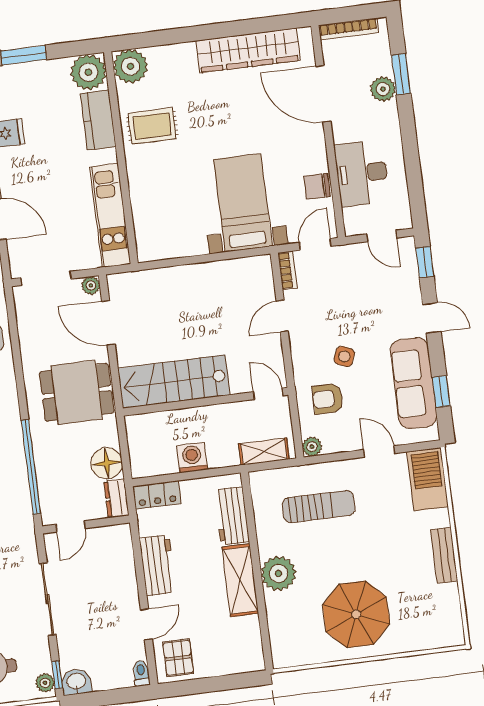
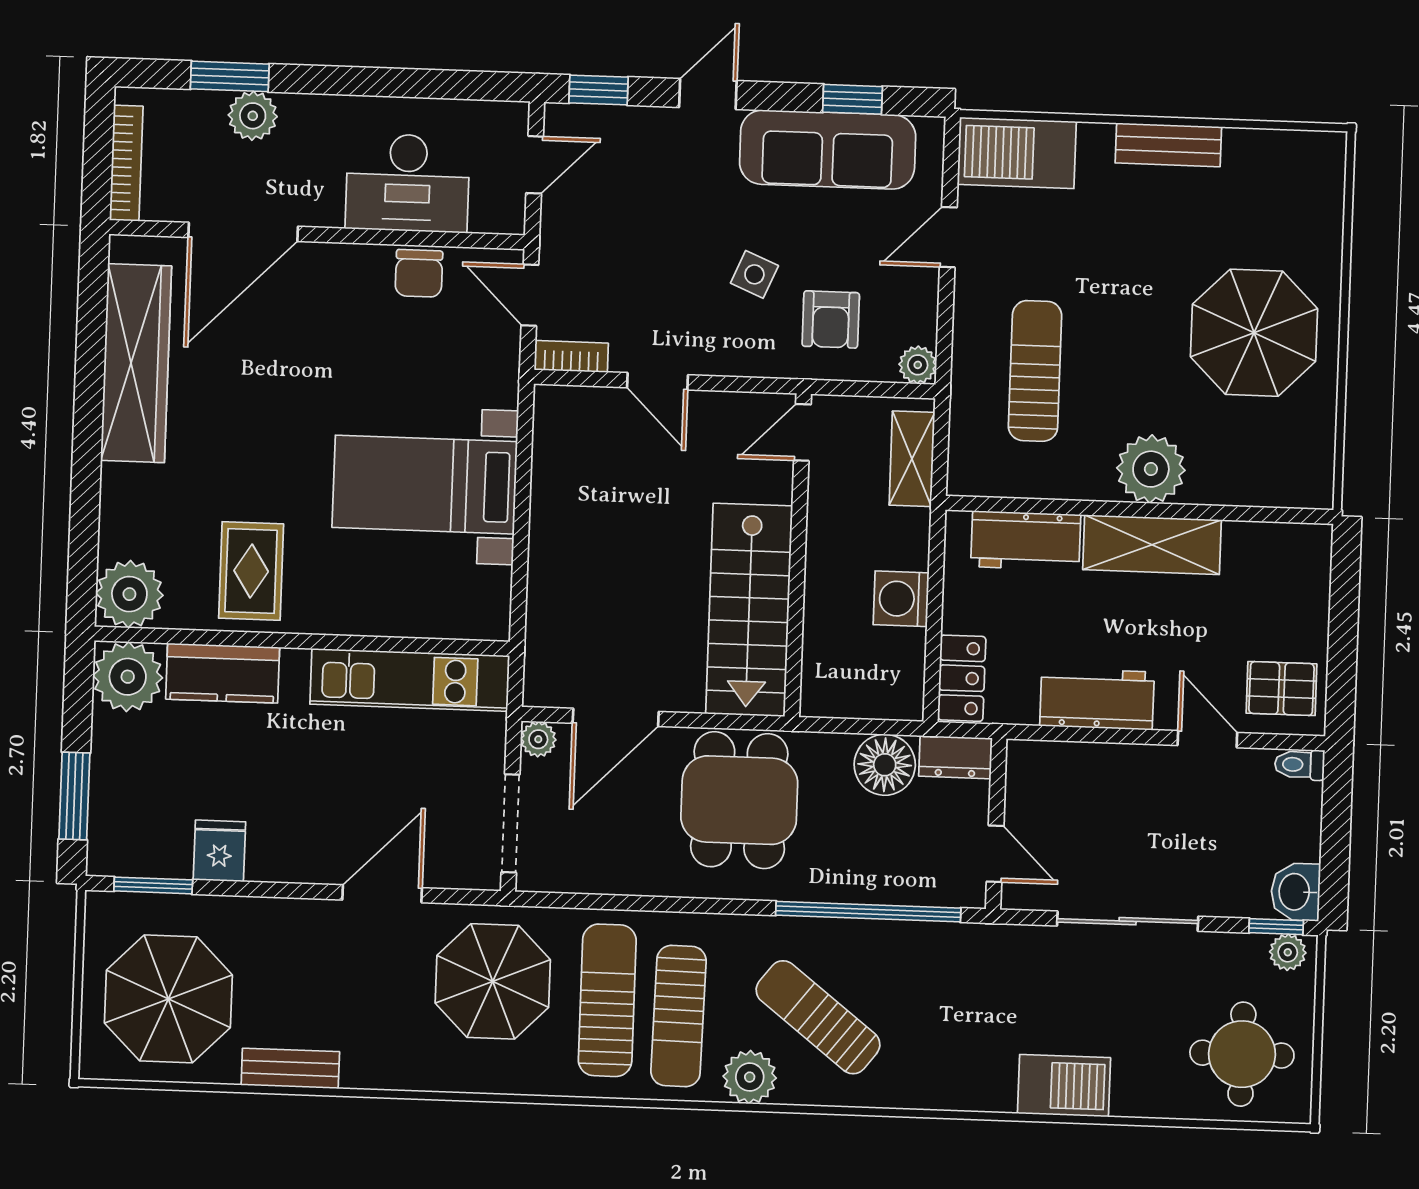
bed with nightstands: (243, 203) -> (425, 485), moved

